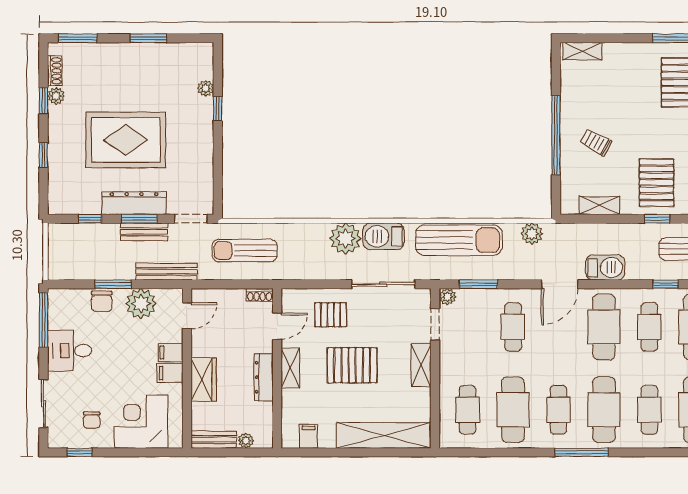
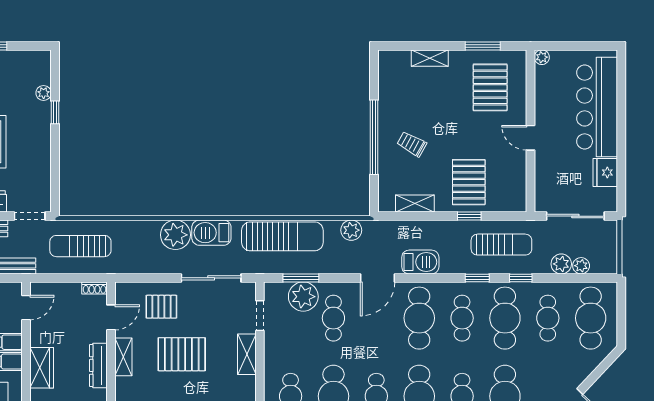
shelving: (582, 51) -> (430, 58), moved
plant: (447, 297) -> (303, 297), moved, width x1.88, depth x1.88

